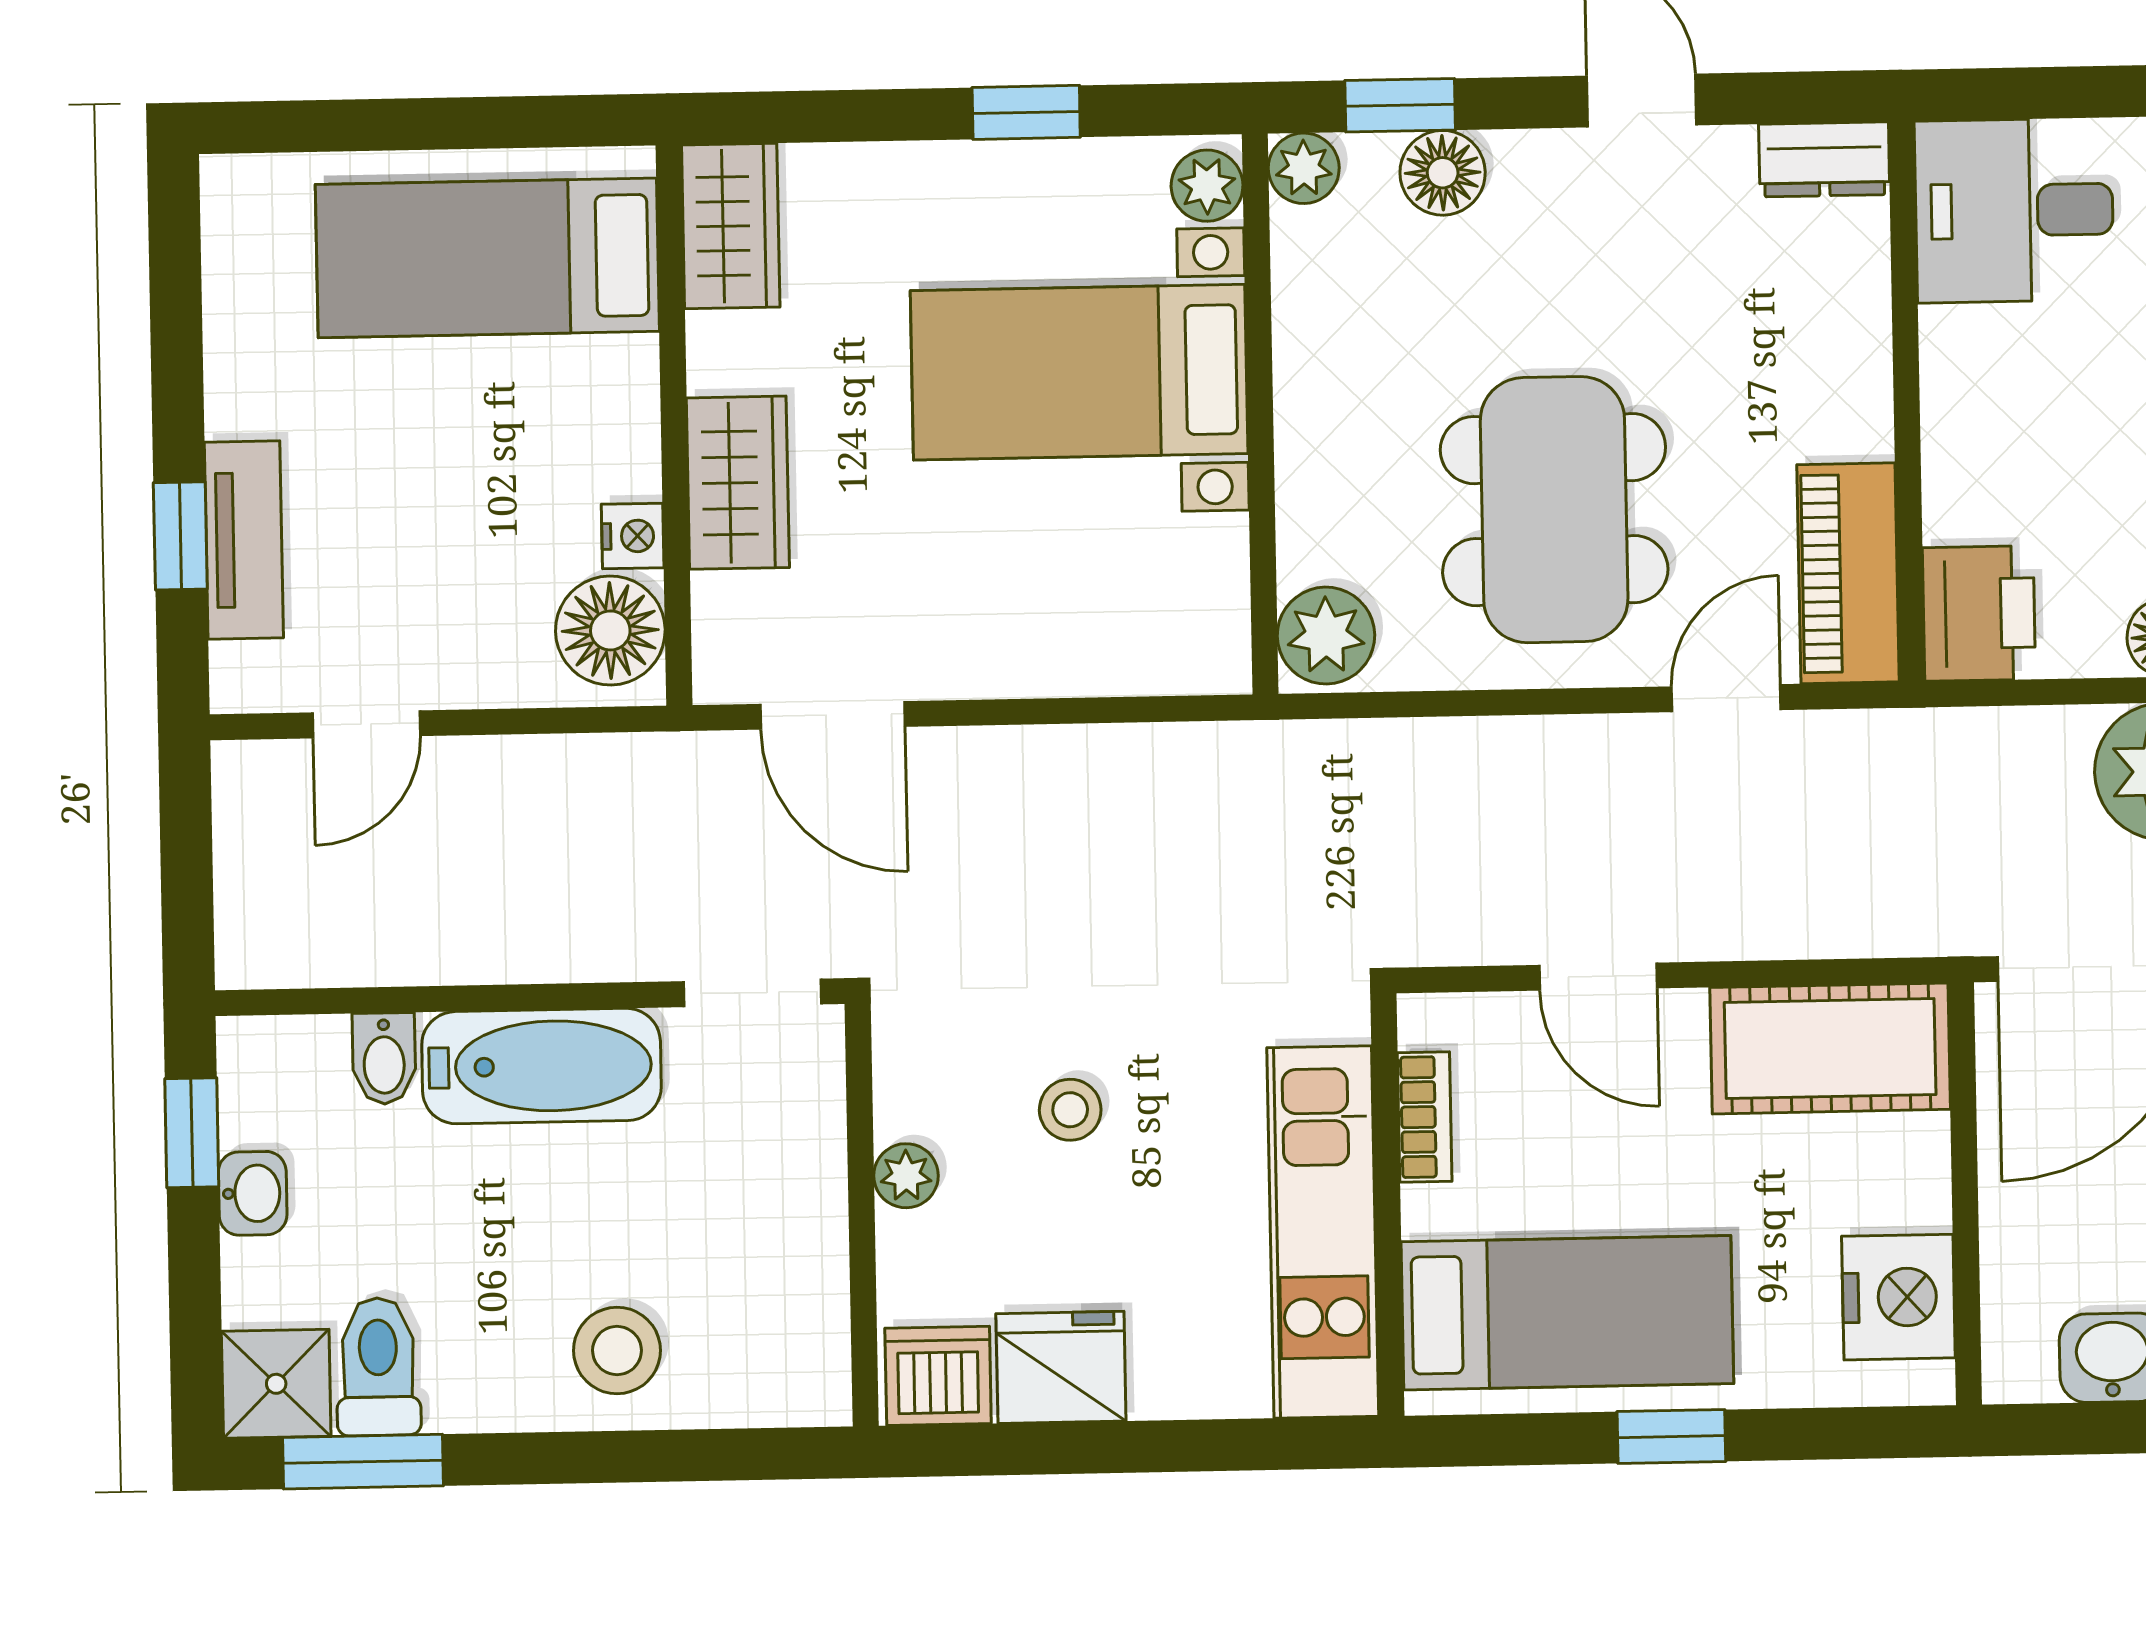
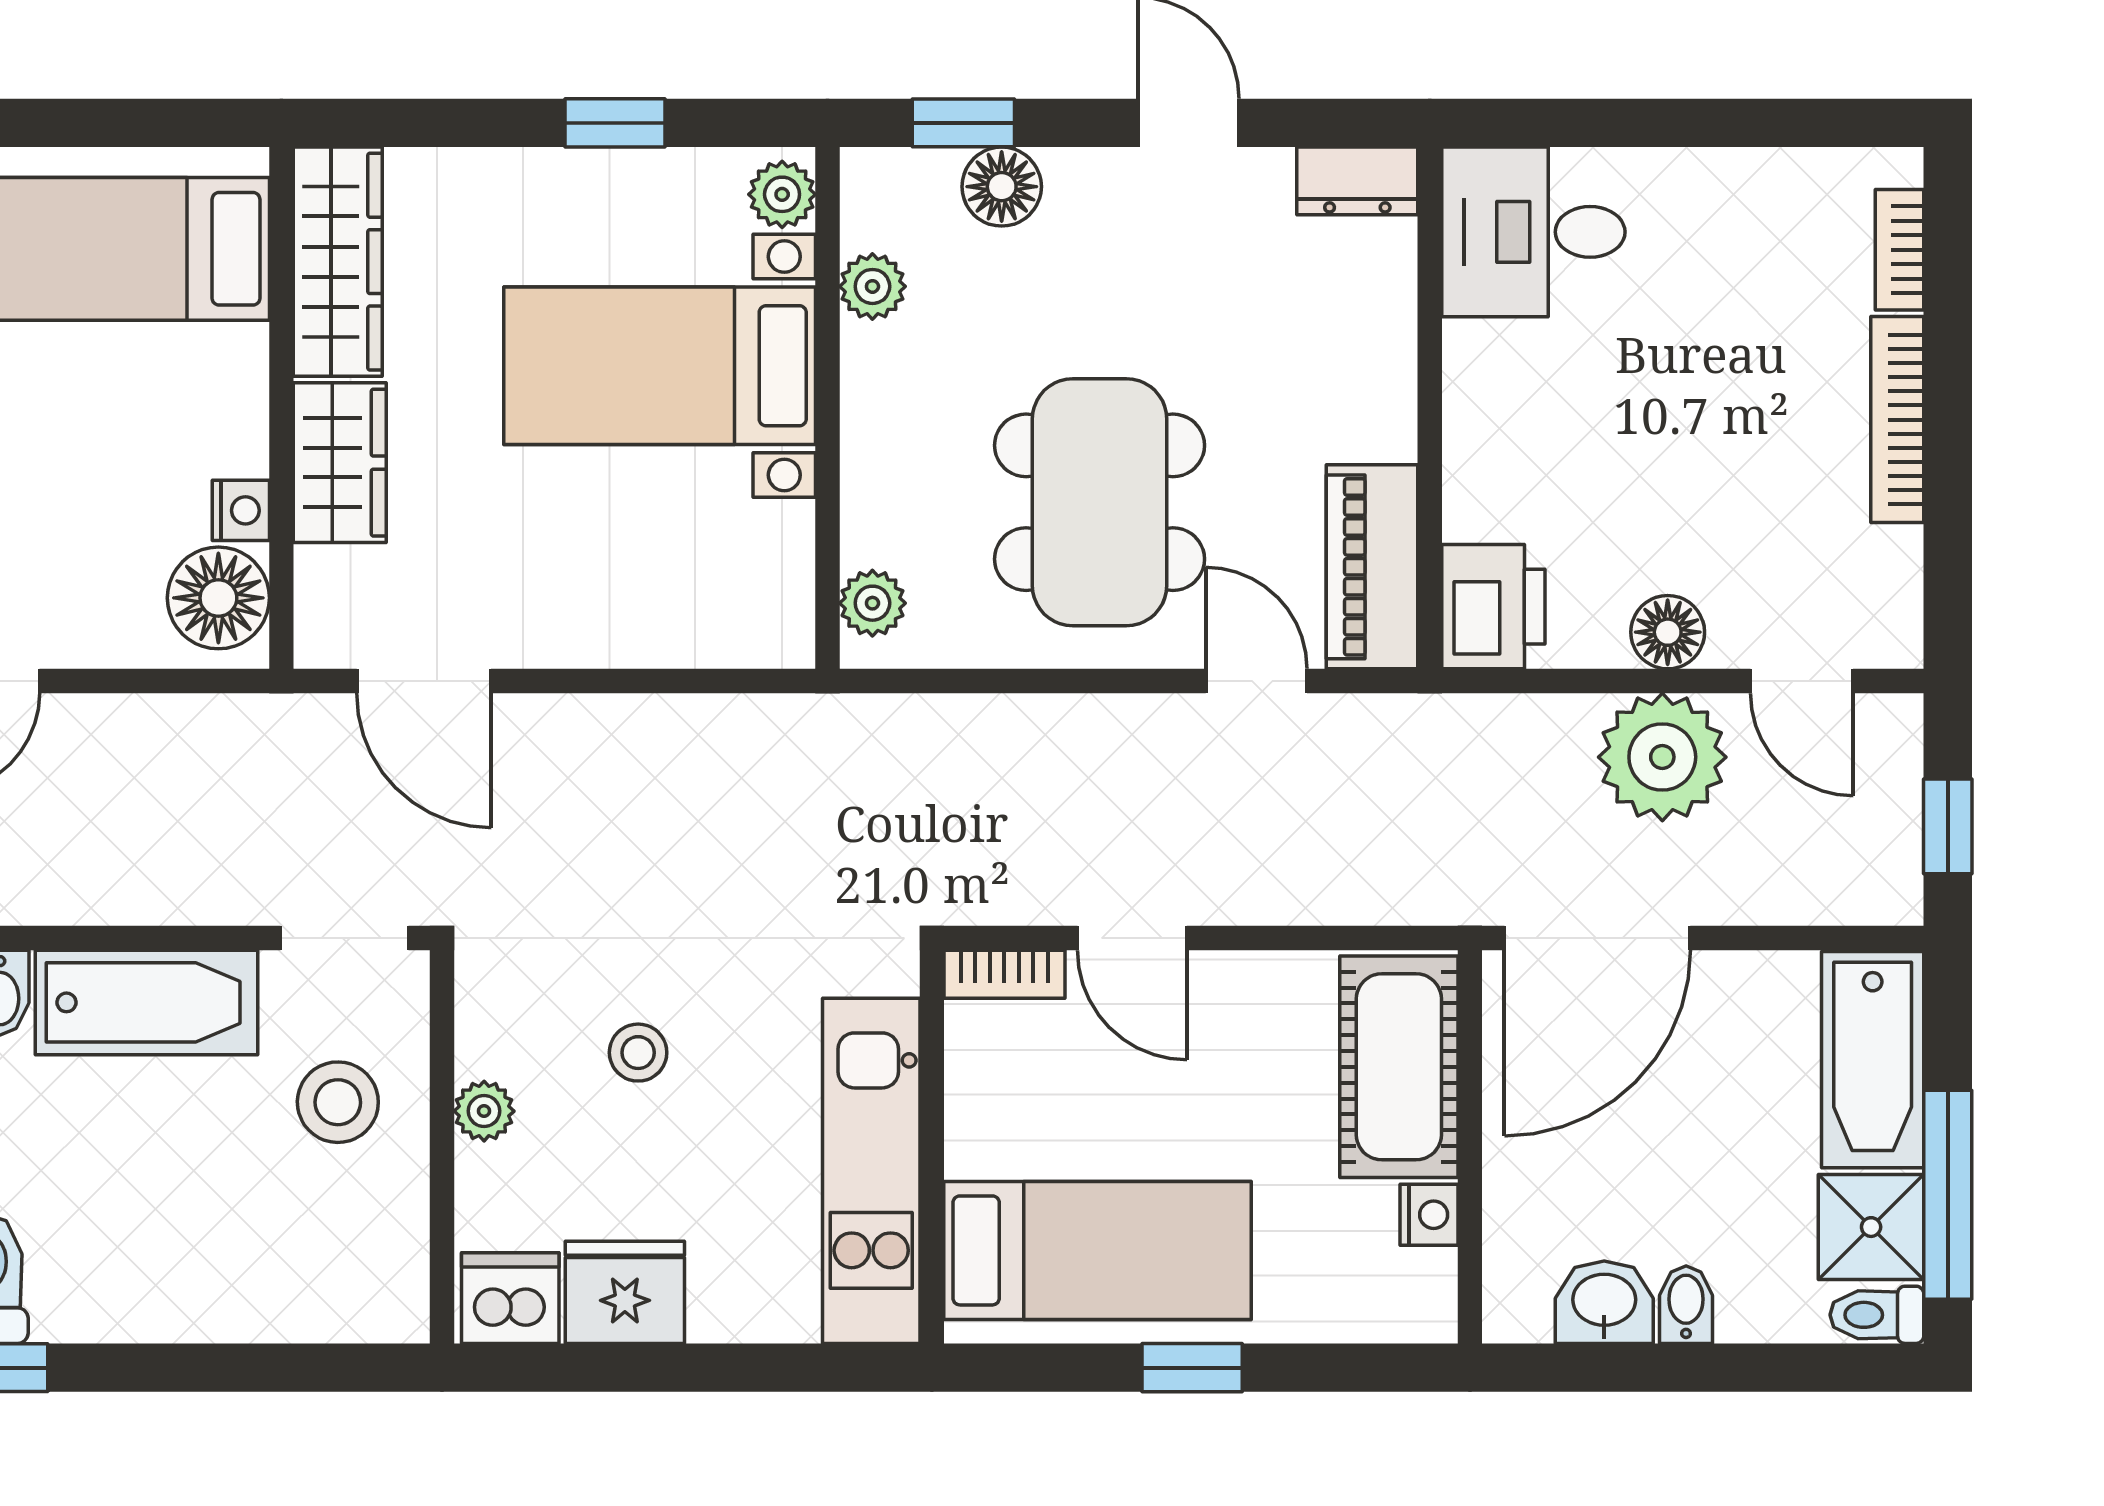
plant: (1304, 168) -> (872, 286), moved
wardrobe: (731, 226) -> (338, 262), width x1.50
plant: (1326, 636) -> (872, 603), width x0.73, depth x0.73
door: (1726, 698) -> (1256, 681), hinge flipped
cot: (1830, 1048) -> (1399, 1067), moved, turned 90
bookcase: (1425, 1117) -> (1004, 974), moved, turned 90
nightstand: (1898, 1297) -> (1429, 1215), width x0.53, depth x0.56
stool: (617, 1350) -> (338, 1102), moved

